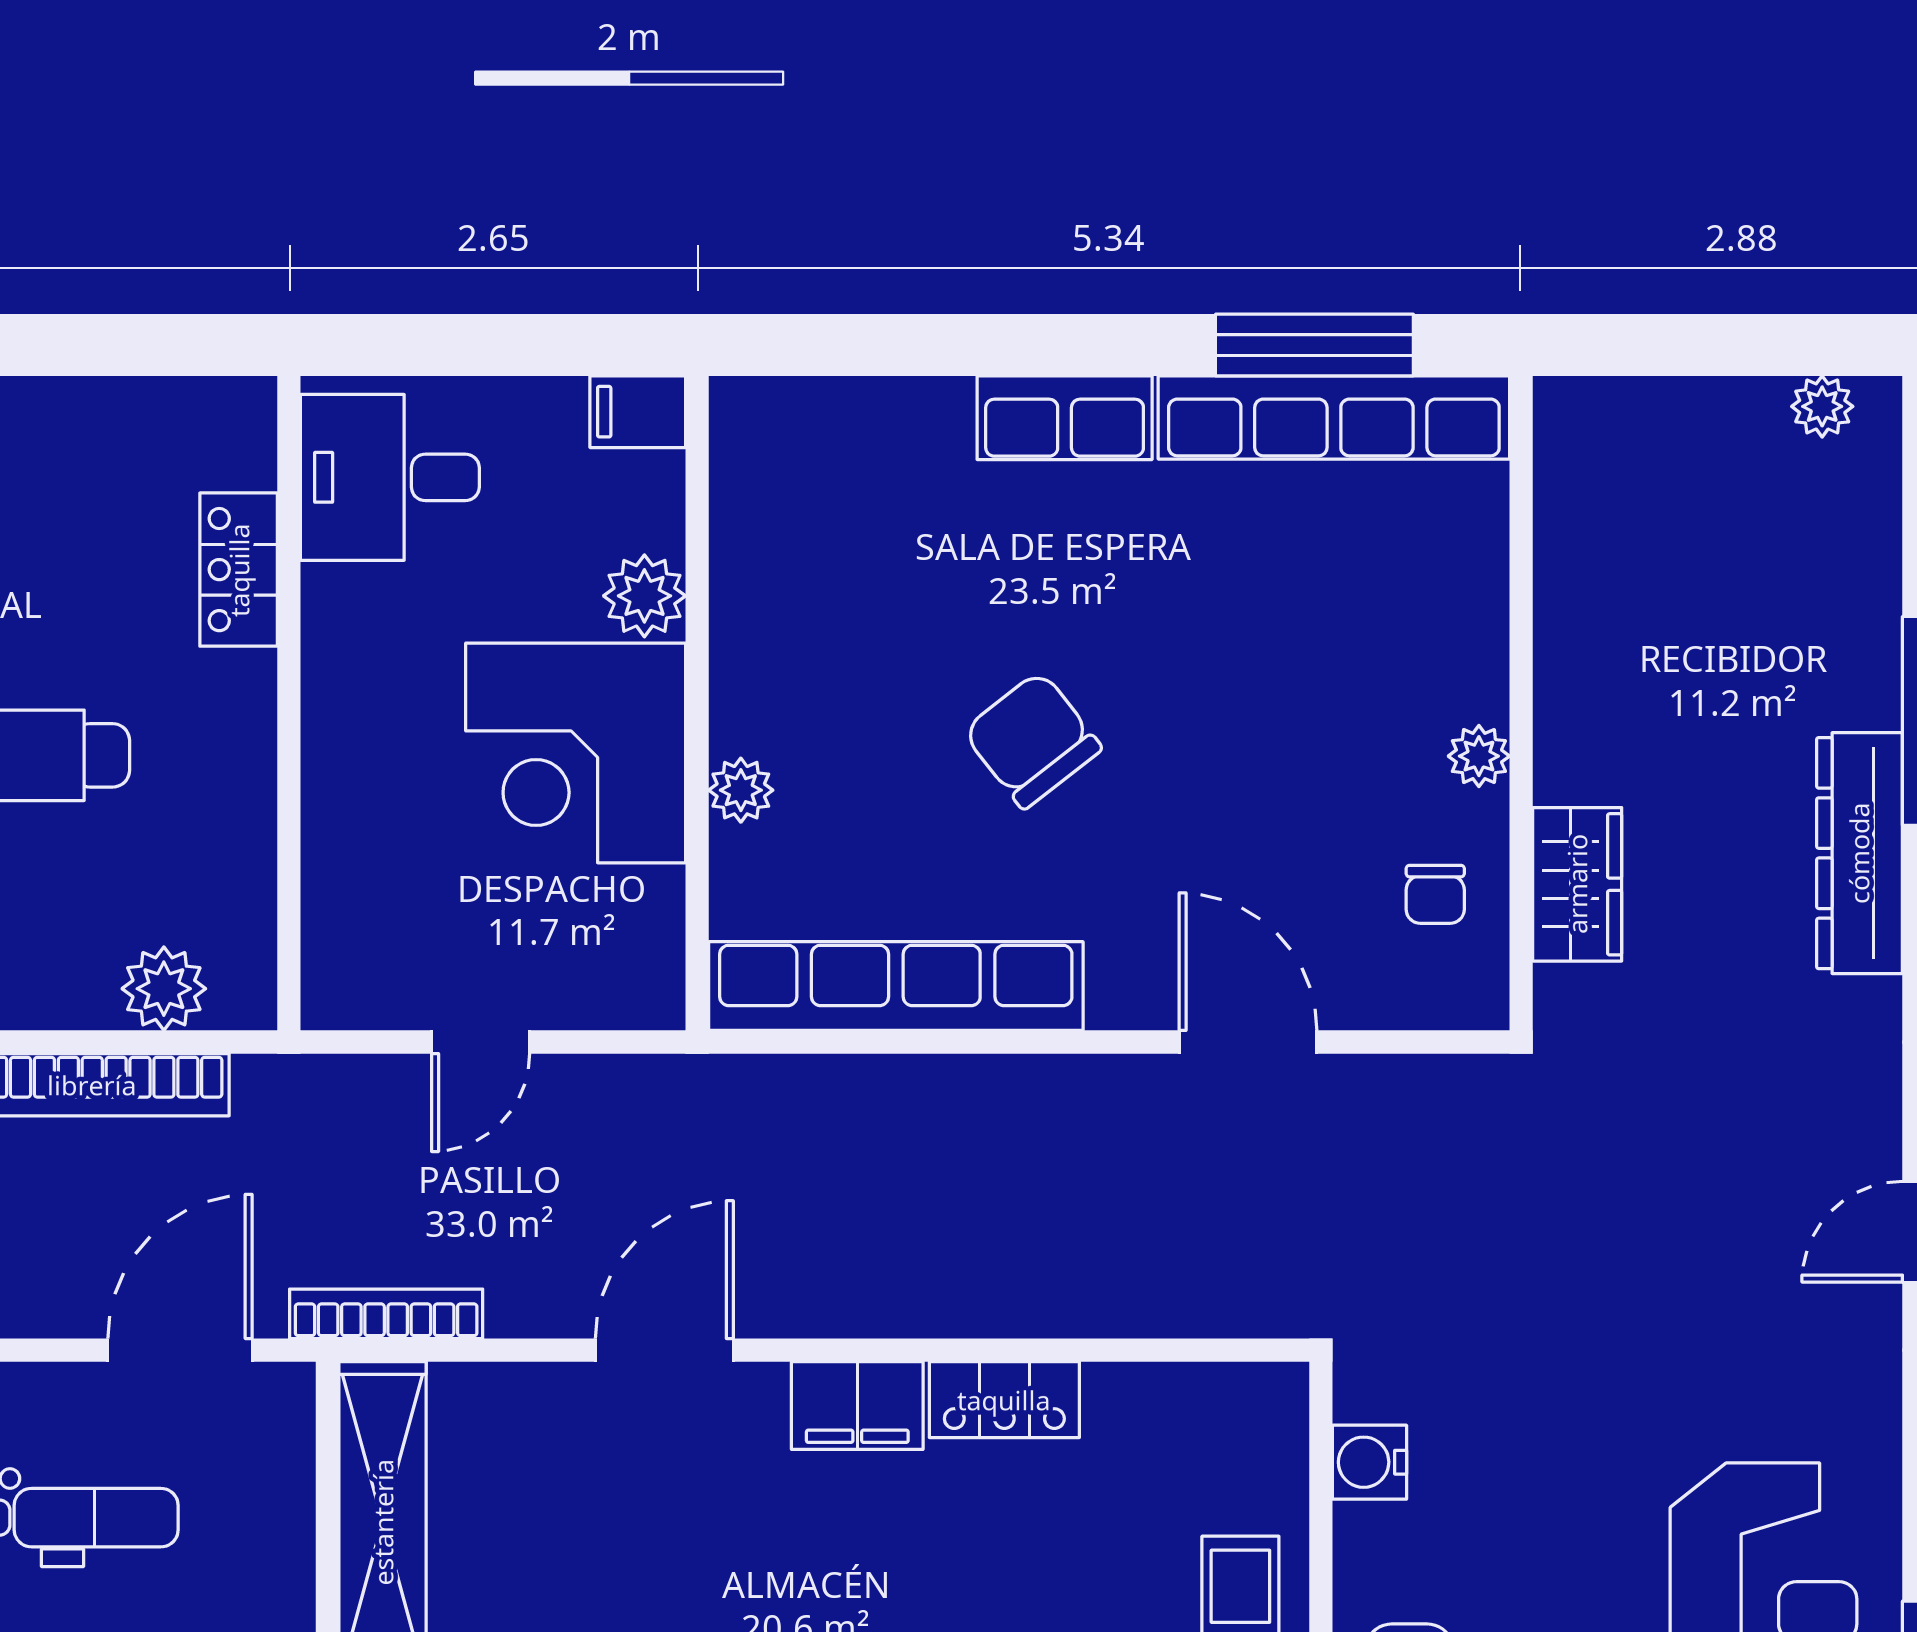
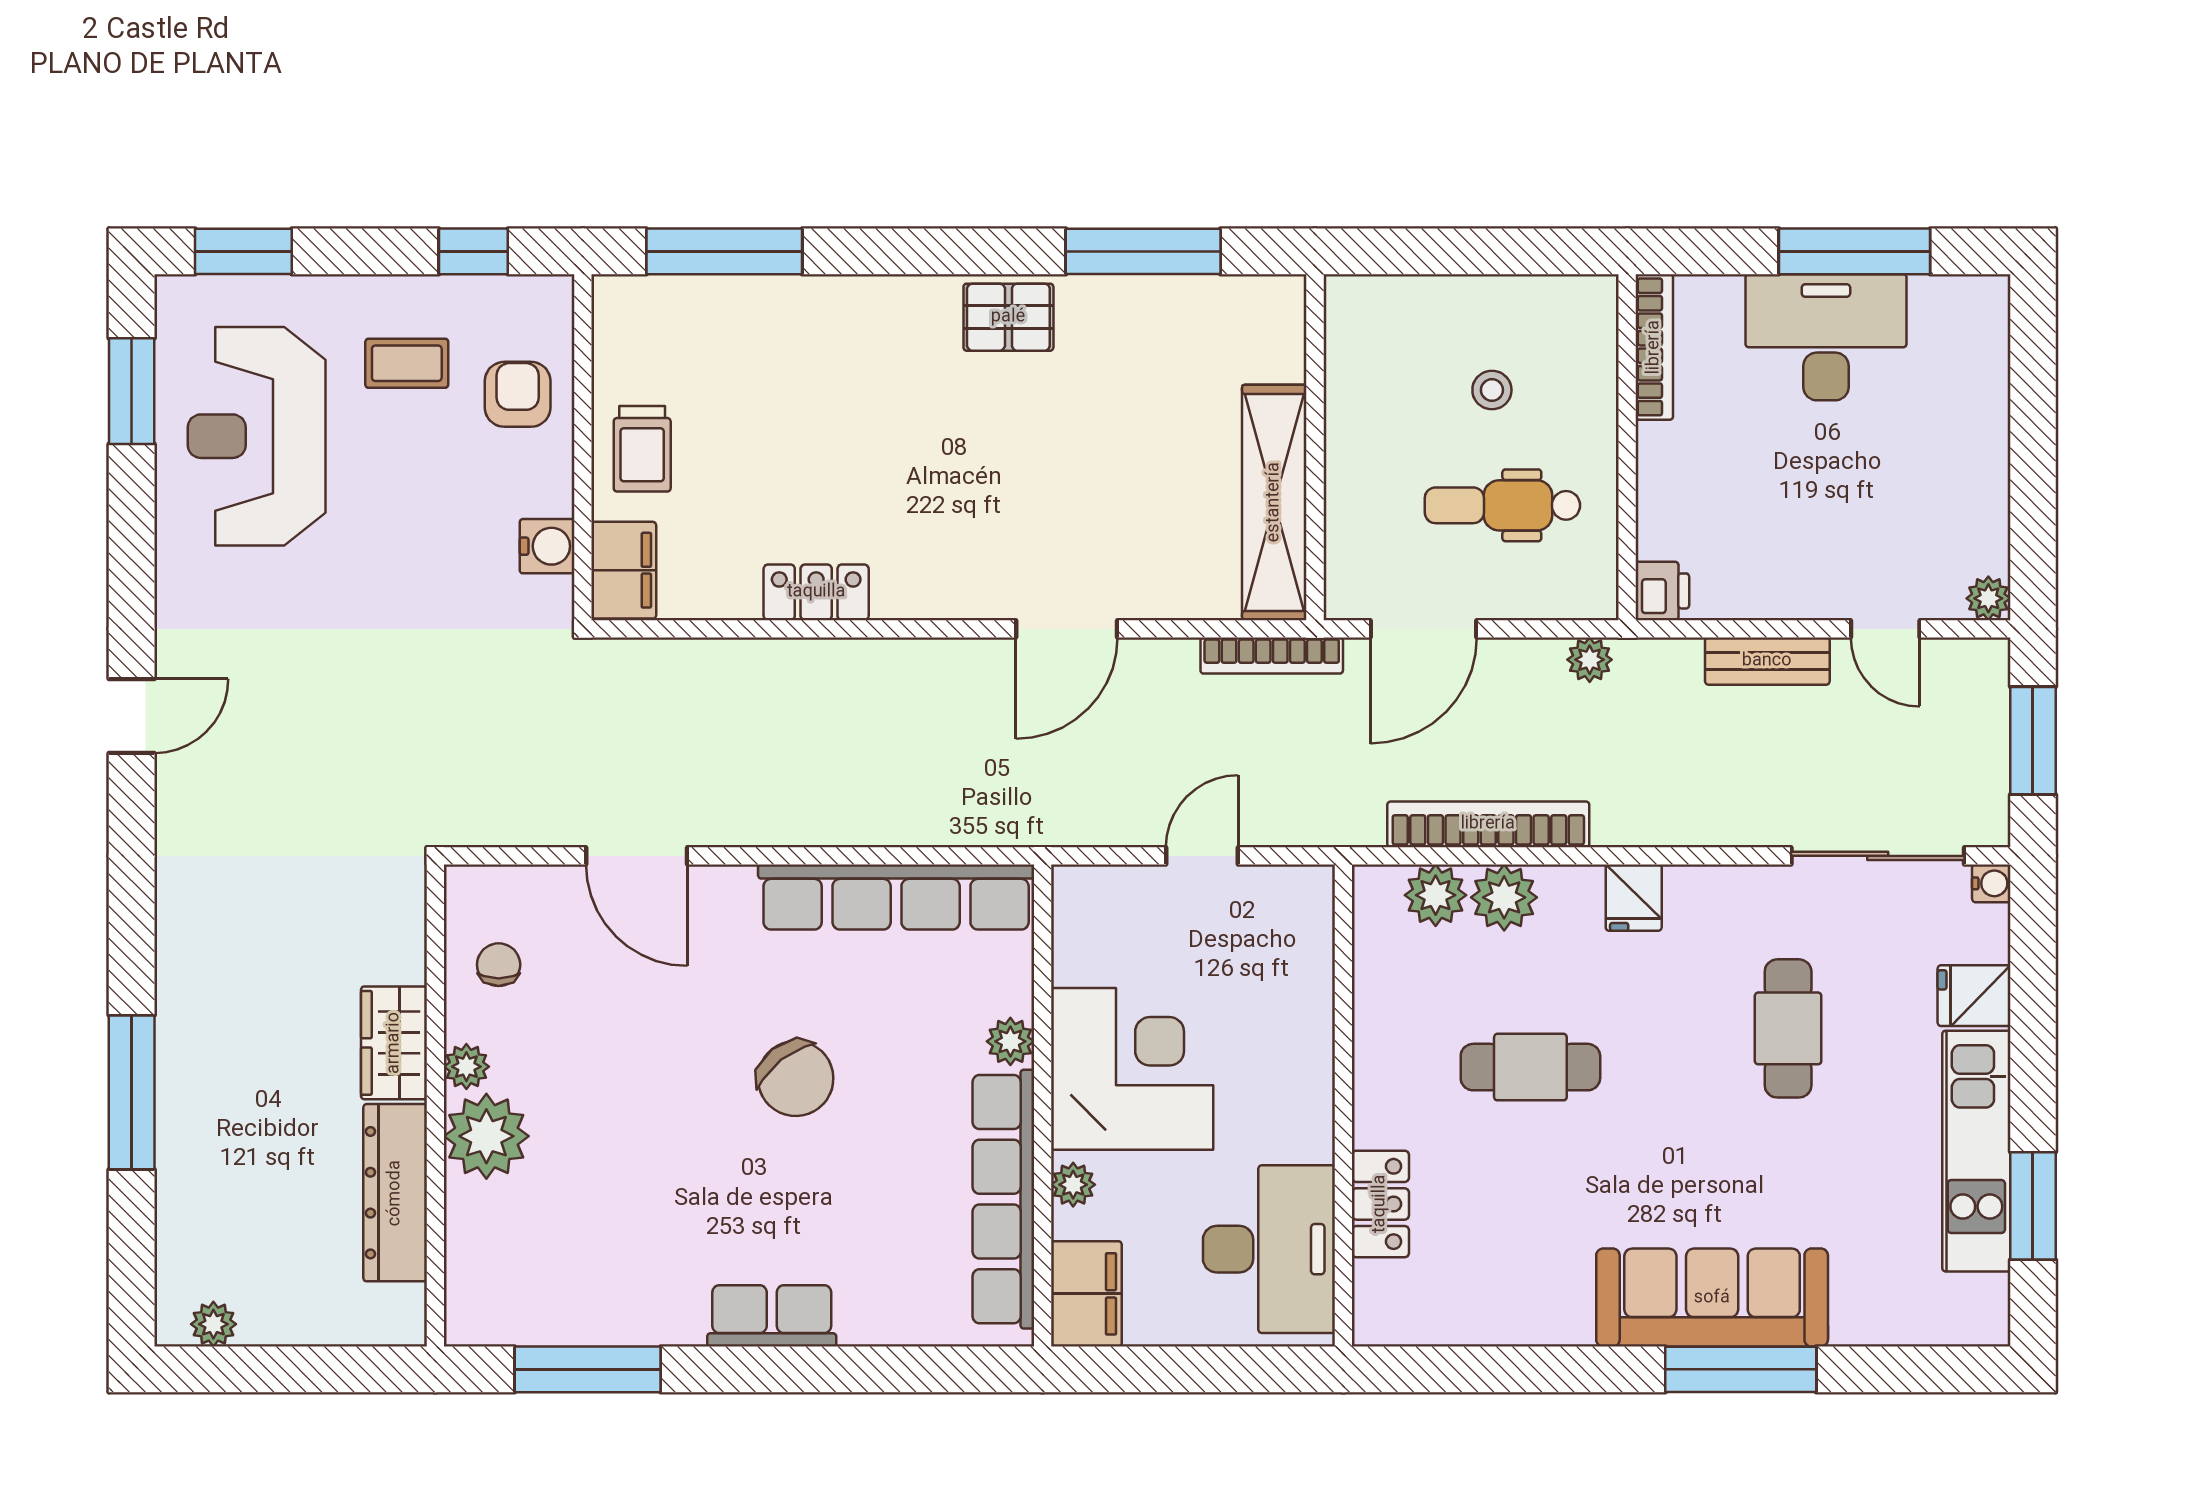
filing cabinet: (638, 412) -> (1086, 1294), width x2.00
row of seats: (1334, 417) -> (1003, 1199), moved, turned -90
desk: (390, 477) -> (1269, 1249), width x1.37
plant: (644, 596) -> (1073, 1185), width x0.73, depth x0.73
plant: (1452, 661) -> (486, 1136), added
dresser: (1859, 853) -> (395, 1193), moved, turned 180
wardrobe: (1577, 884) -> (394, 1043), moved
plant: (71, 985) -> (1504, 897), added
filing cabinet: (857, 1406) -> (624, 570), moved, turned 90

